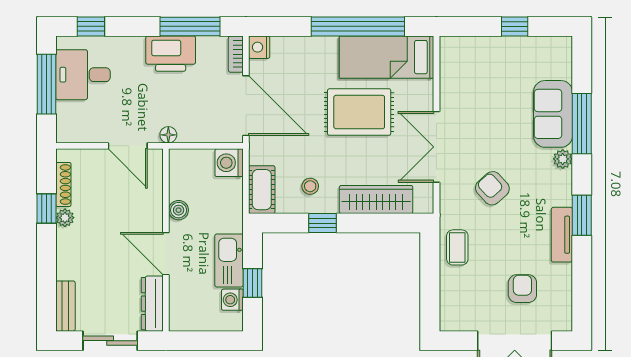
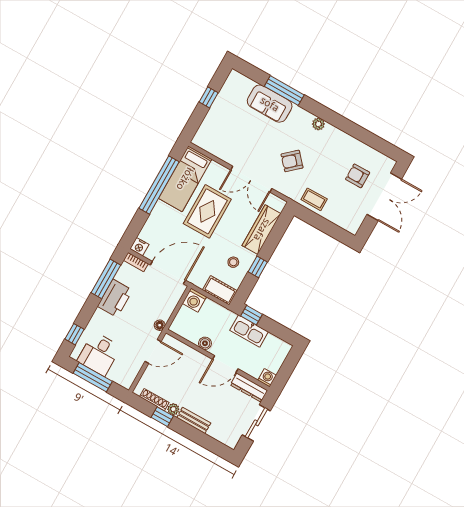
plant: (563, 159) -> (318, 124), moved
window: (582, 215) -> (335, 119), removed
tv unit: (562, 235) -> (340, 137), removed
window: (252, 283) -> (251, 315), moved
washing machine: (232, 300) -> (267, 378), moved, turned 180
bench: (65, 306) -> (194, 420), moved

